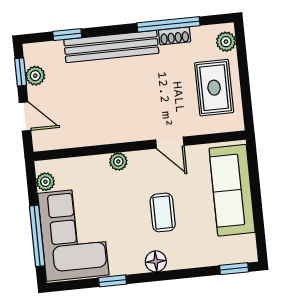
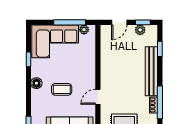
plant: (118, 161) -> (91, 69), removed
window: (37, 236) -> (70, 22), moved

